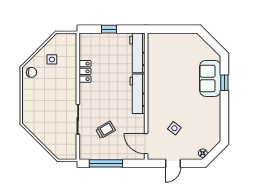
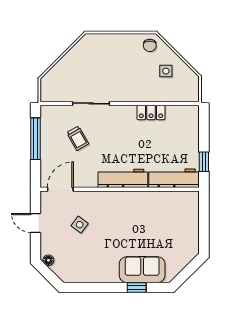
window: (109, 29) -> (204, 162), moved

